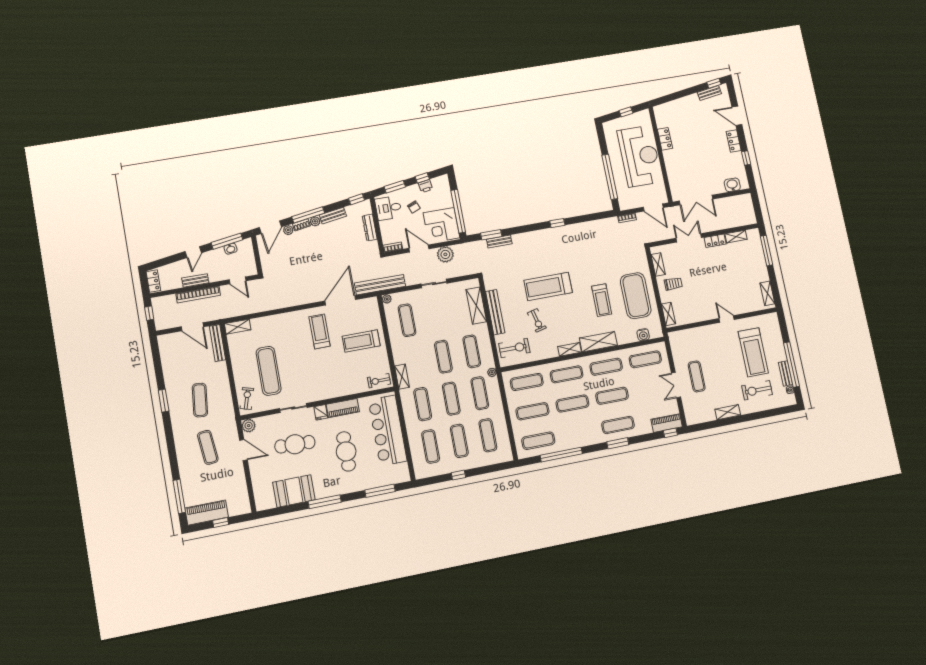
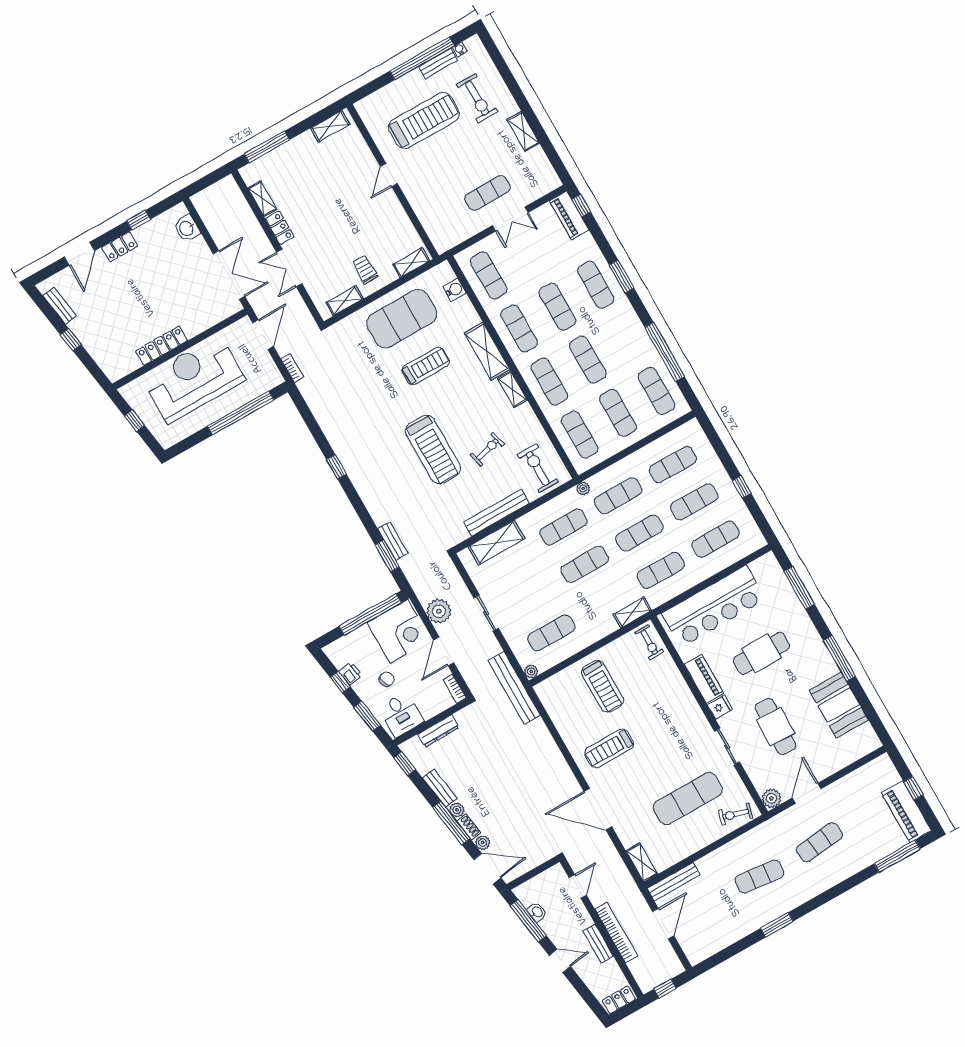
window: (714, 83) -> (71, 340), moved
locker: (665, 139) -> (162, 346), width x1.53
door: (340, 300) -> (598, 809), moved

